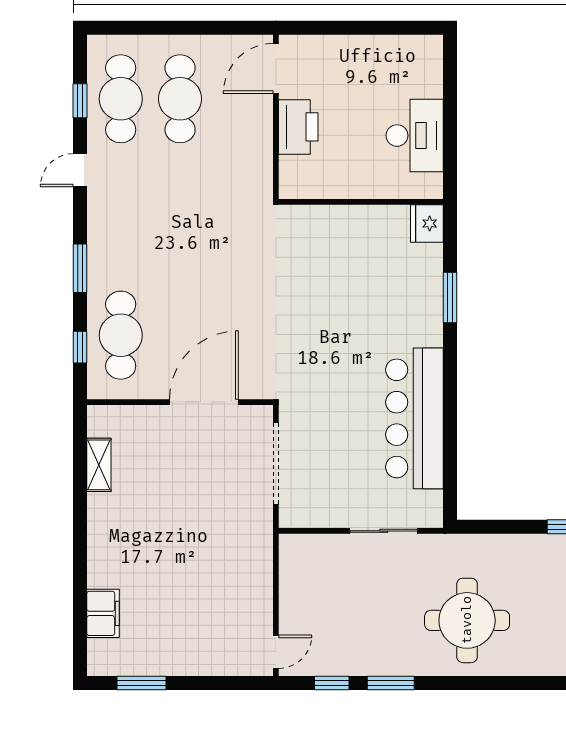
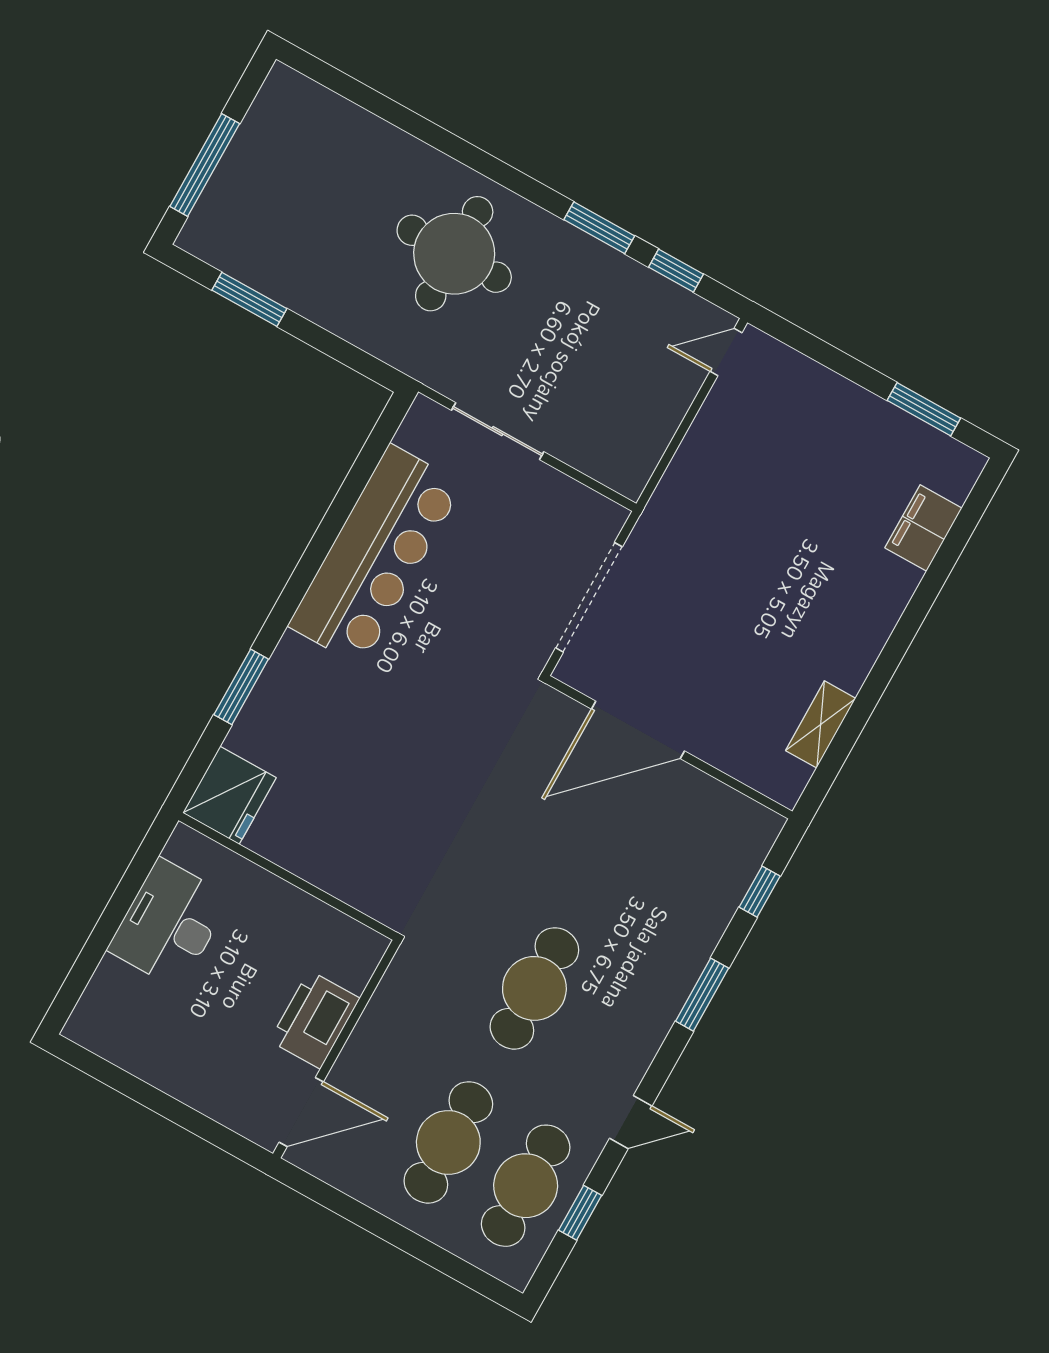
fridge: (427, 223) -> (229, 795), width x1.36, depth x1.34
cafe table: (121, 335) -> (534, 988), moved

